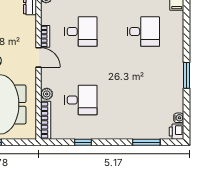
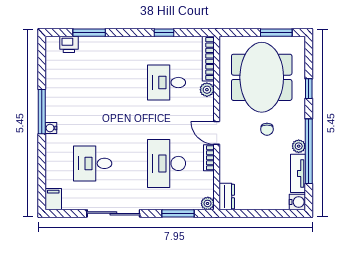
desk: (81, 32) -> (167, 163), width x1.37
window: (186, 75) -> (42, 112), width x1.44
water cooler: (179, 118) -> (51, 128), moved
printer: (176, 132) -> (69, 44), moved, turned 90

